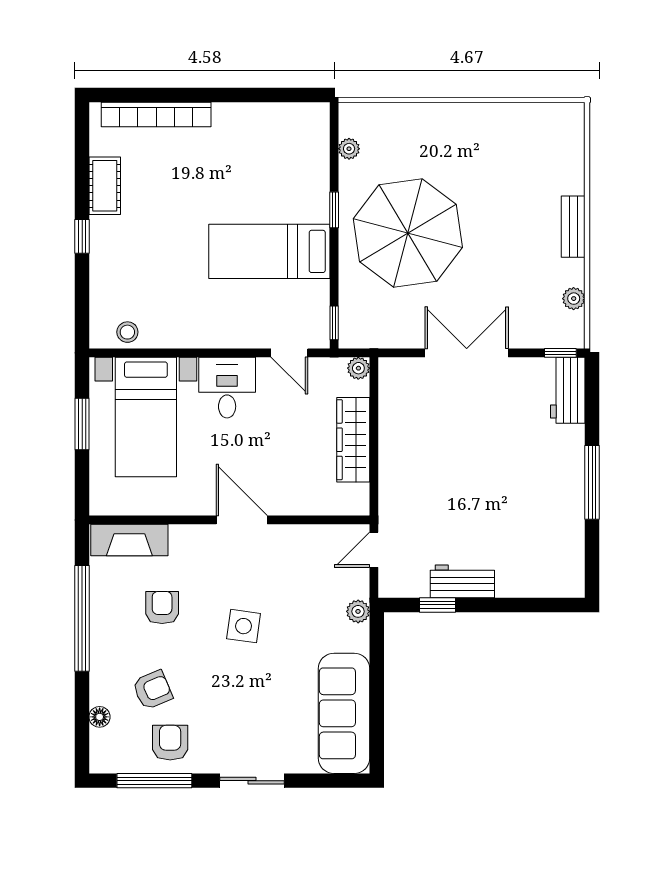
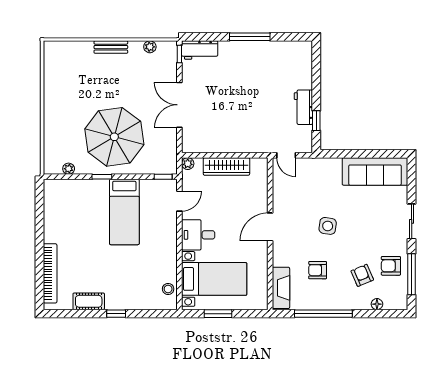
plant: (358, 611) -> (320, 164), removed

